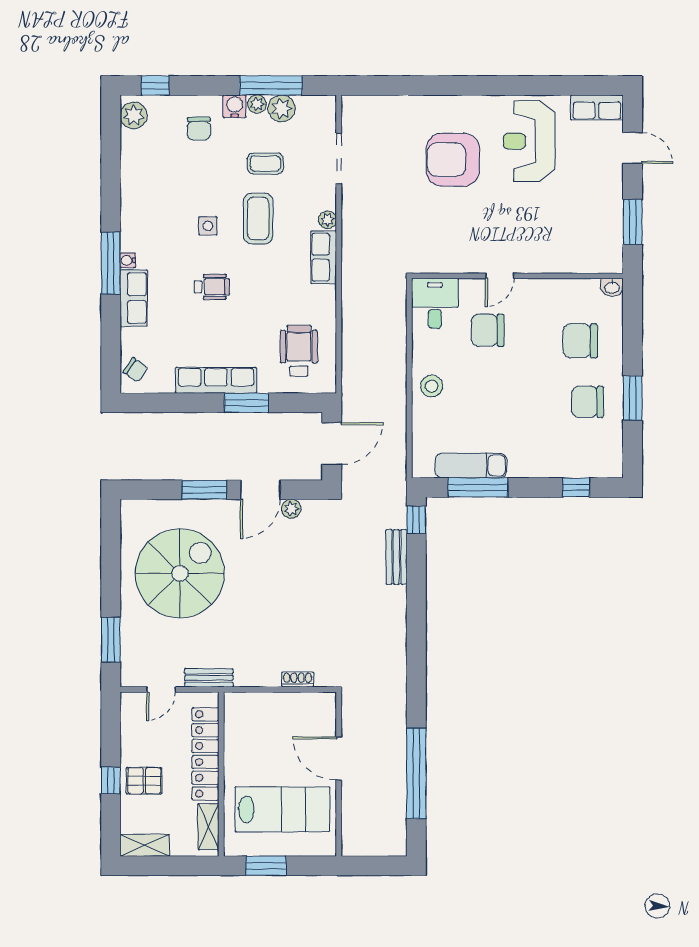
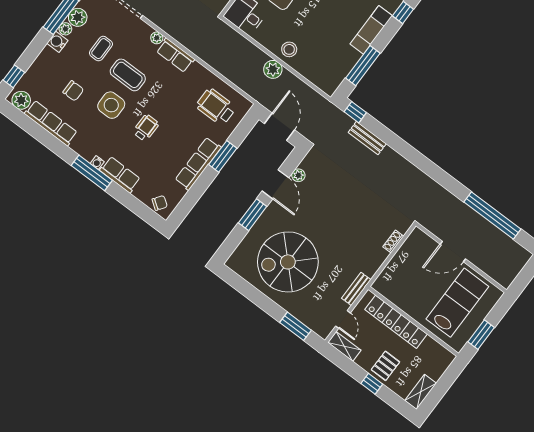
chair: (199, 128) -> (73, 91), moved
row of seats: (133, 171) -> (51, 123), added
side table: (208, 226) -> (111, 105), width x1.87, depth x1.87
plant: (394, 385) -> (273, 69), added
exam couch: (471, 465) -> (371, 30), moved
spiral stairs: (180, 573) -> (288, 262), turned -90
shelving: (208, 827) -> (344, 346), moved

